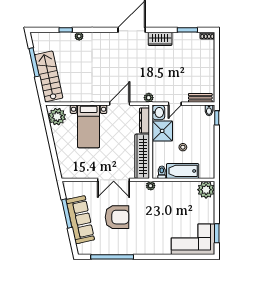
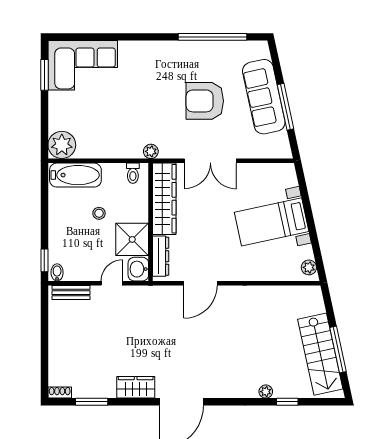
stairs: (49, 76) -> (320, 354), moved
plant: (149, 98) -> (154, 293), removed
plant: (57, 117) -> (309, 267), width x0.53, depth x0.53
bed with nightstands: (89, 126) -> (272, 222), moved, turned -102
bathtub: (183, 171) -> (75, 175), moved
double door: (114, 180) -> (210, 161), swing flipped

